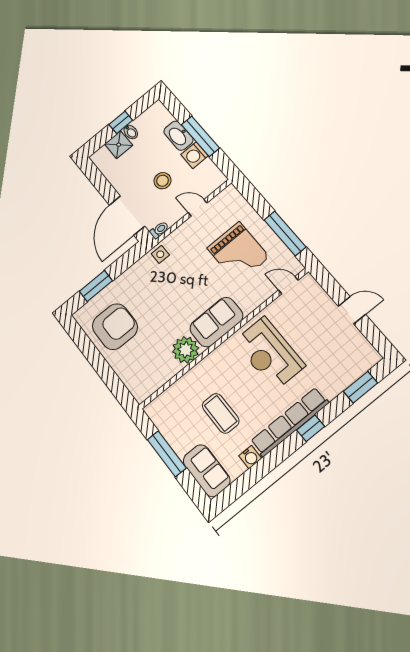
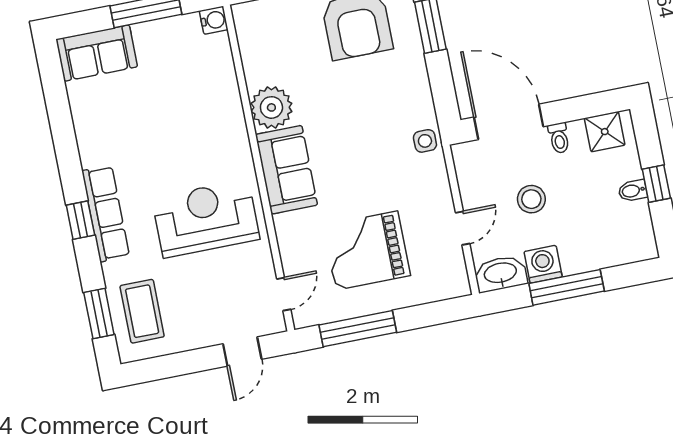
washbasin: (178, 136) -> (501, 274), moved
shower: (119, 145) -> (605, 132), moved
toilet: (159, 230) -> (559, 138), moved
door: (352, 310) -> (242, 352), moved
coffee table: (221, 413) -> (142, 311), moved, turned 90
row of seats: (290, 422) -> (106, 214), width x0.73
water cooler: (250, 457) -> (214, 20), moved, turned 180

